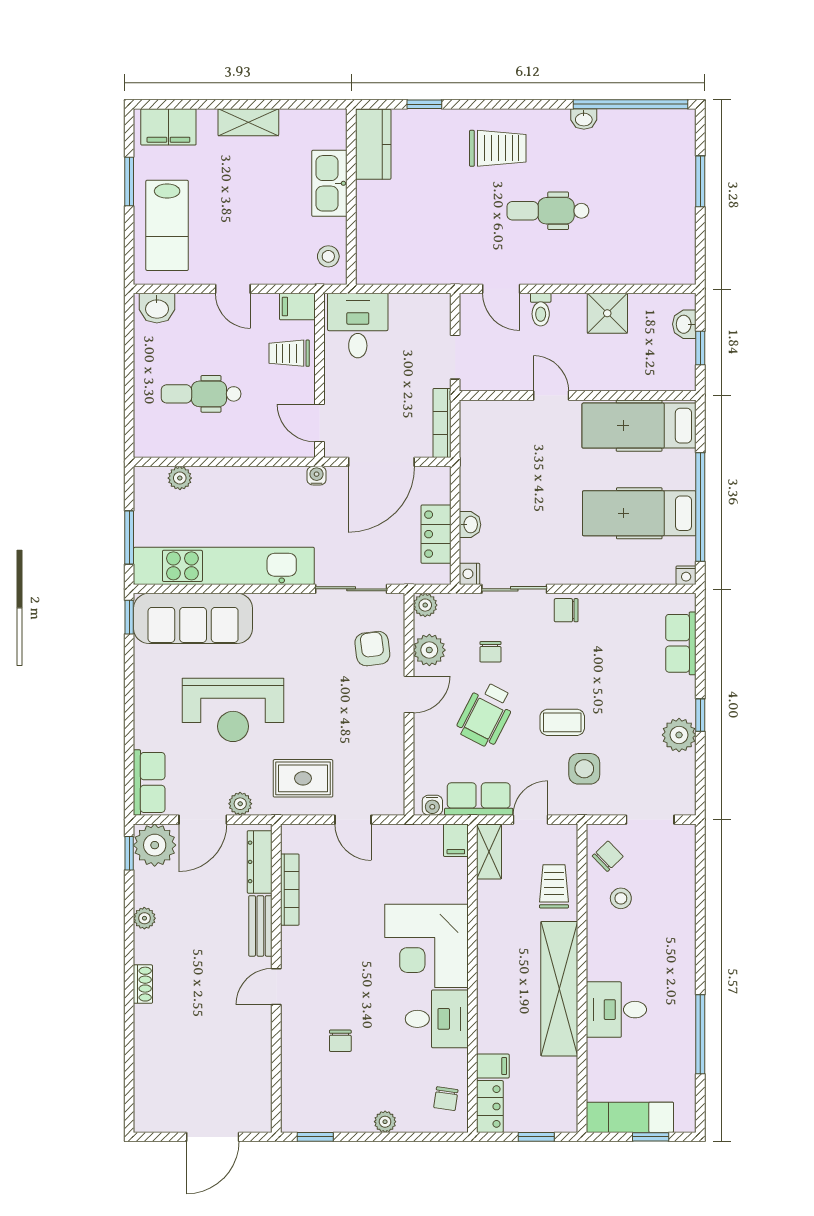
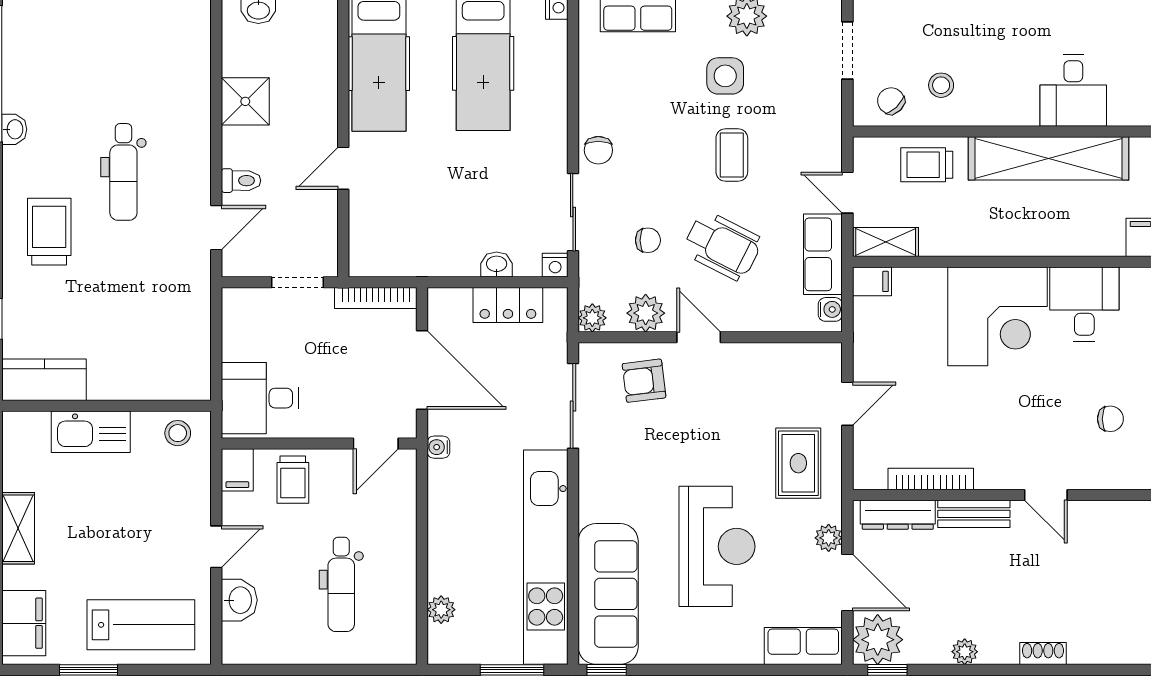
washbasin: (157, 308) -> (239, 600), moved
side table: (584, 769) -> (725, 76), moved

